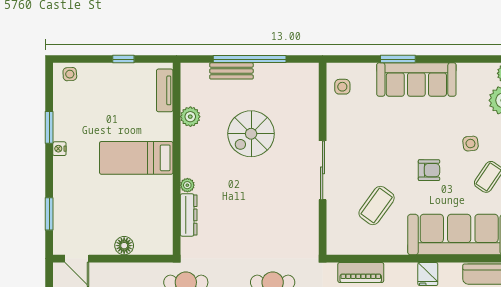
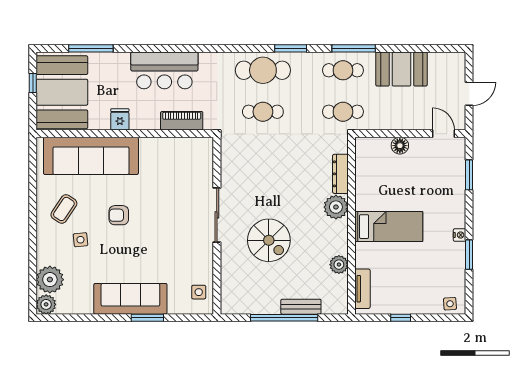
spiral stairs: (251, 134) -> (269, 240), moved, turned 90
plant: (187, 185) -> (336, 207), width x1.88, depth x1.88
coffee table: (377, 206) -> (167, 183), removed

